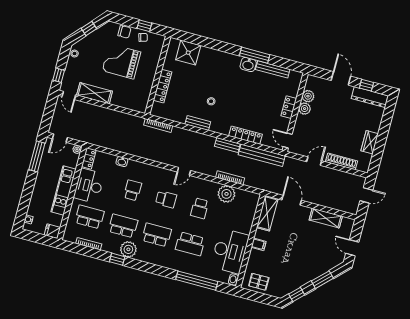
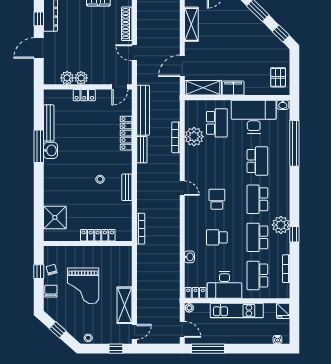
school desk: (200, 208) -> (217, 123), moved, width x1.85
filing cabinet: (259, 244) -> (233, 88), width x2.00

